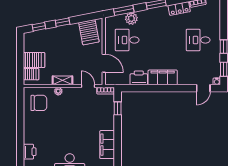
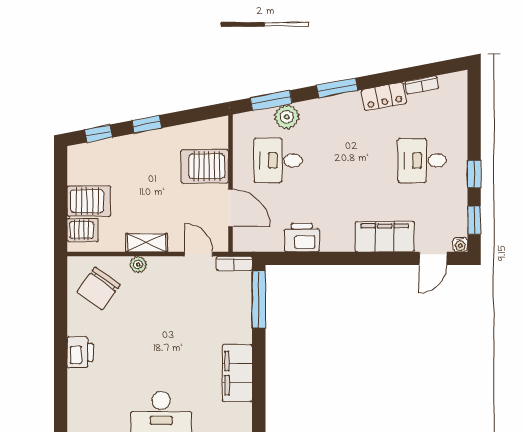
server rack: (89, 32) -> (205, 166), moved, turned 101
filing cabinet: (163, 77) -> (385, 237), moved
chair: (39, 103) -> (99, 288), turned 126
window: (118, 108) -> (259, 300), width x2.17
printer: (30, 152) -> (80, 352), moved

